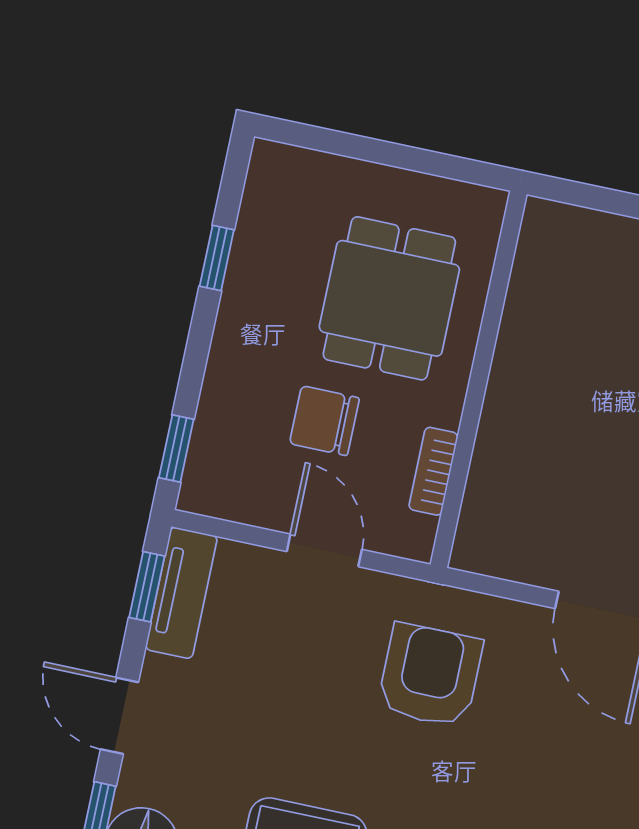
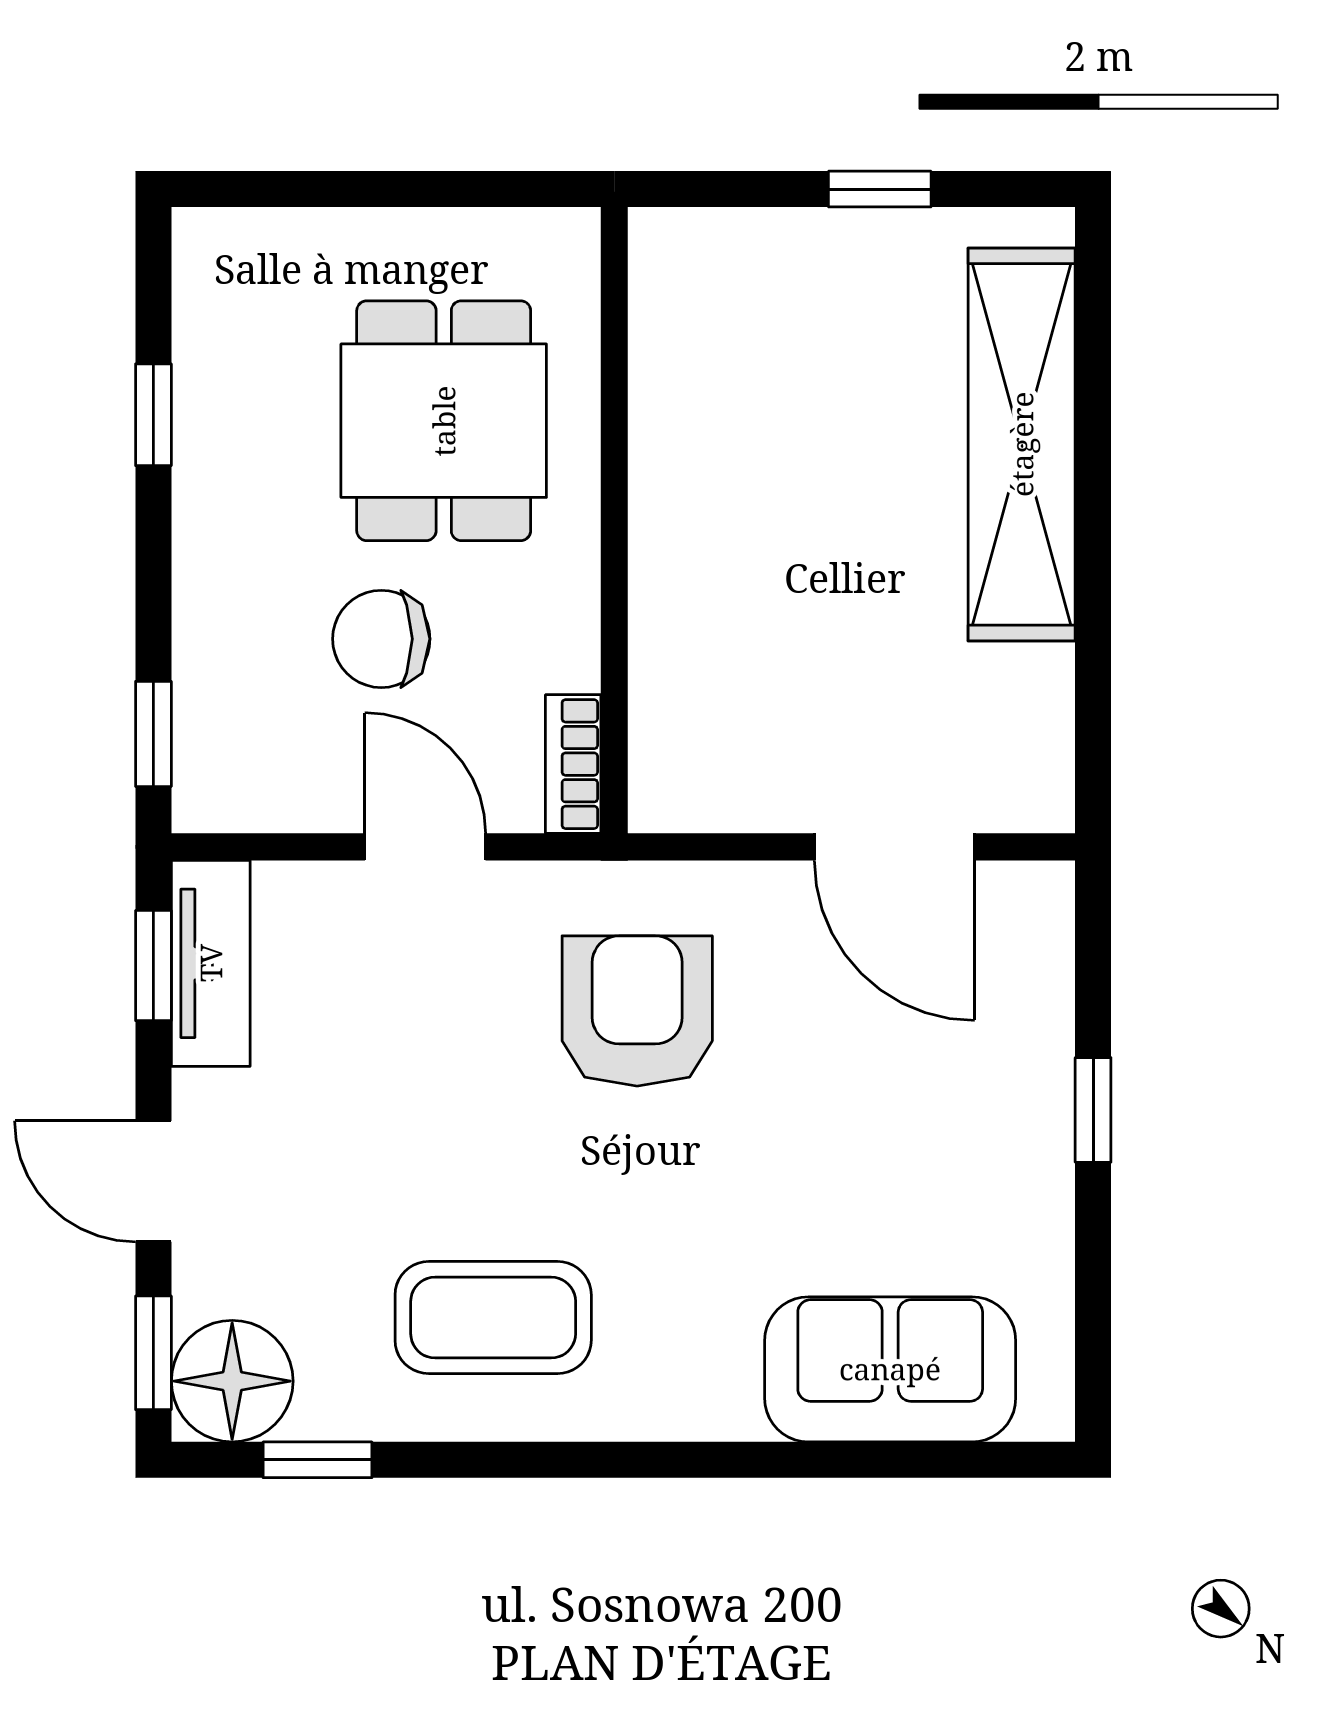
bookcase: (433, 471) -> (573, 764), moved

